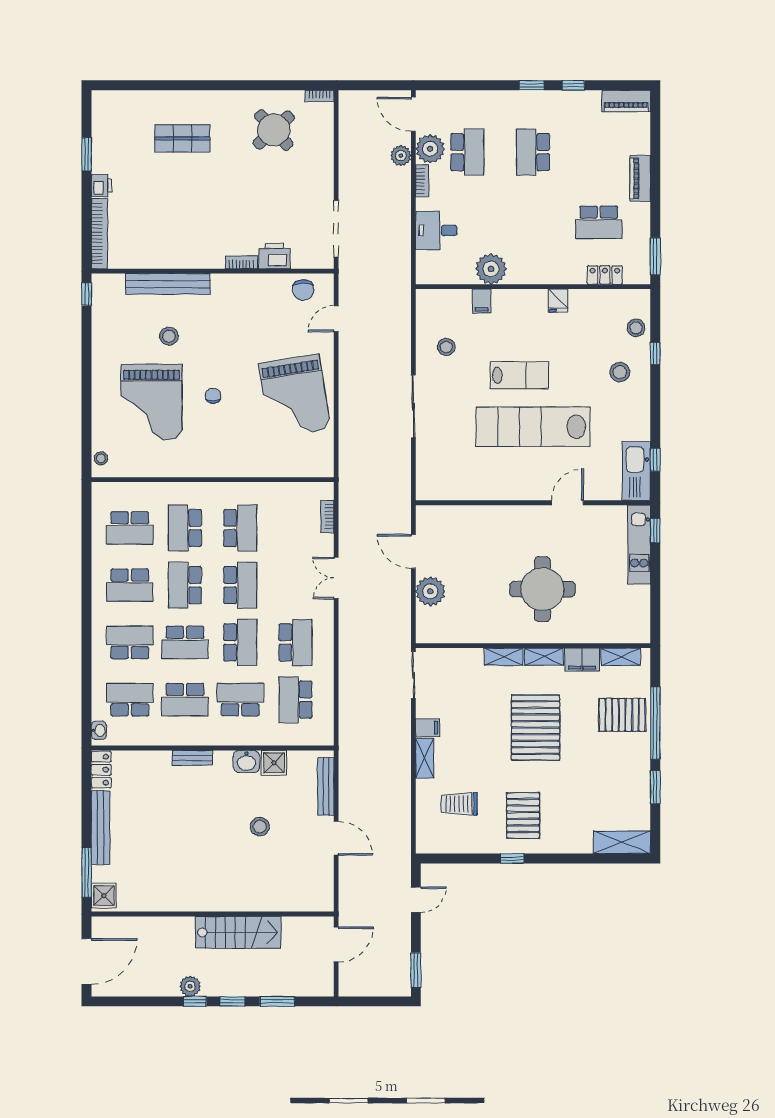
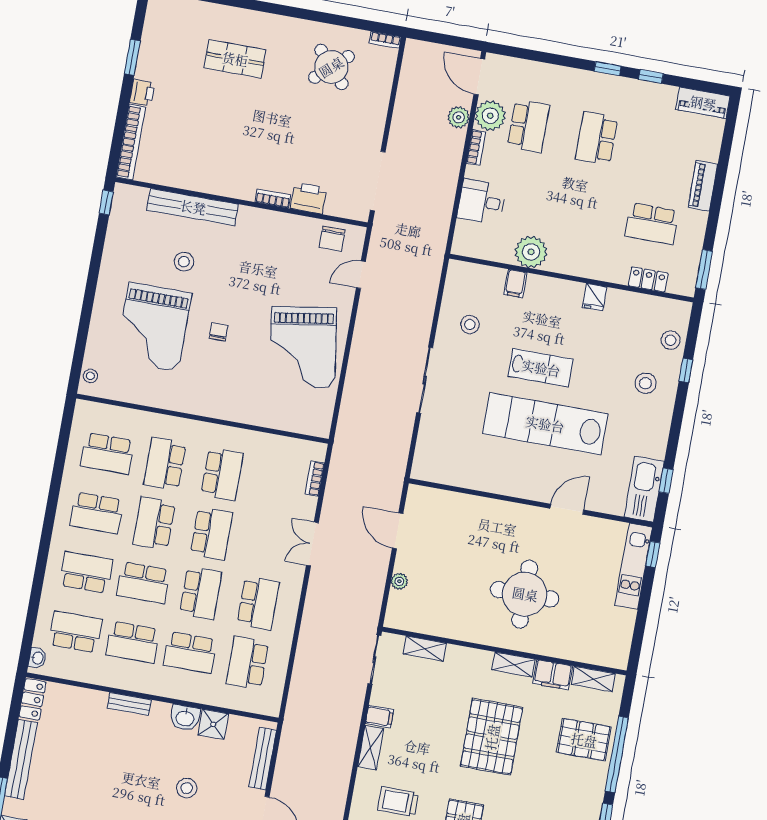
plant: (430, 591) -> (399, 581), width x0.53, depth x0.53
shelving: (504, 657) -> (425, 649), moved
school desk: (240, 700) -> (190, 652), turned 180

